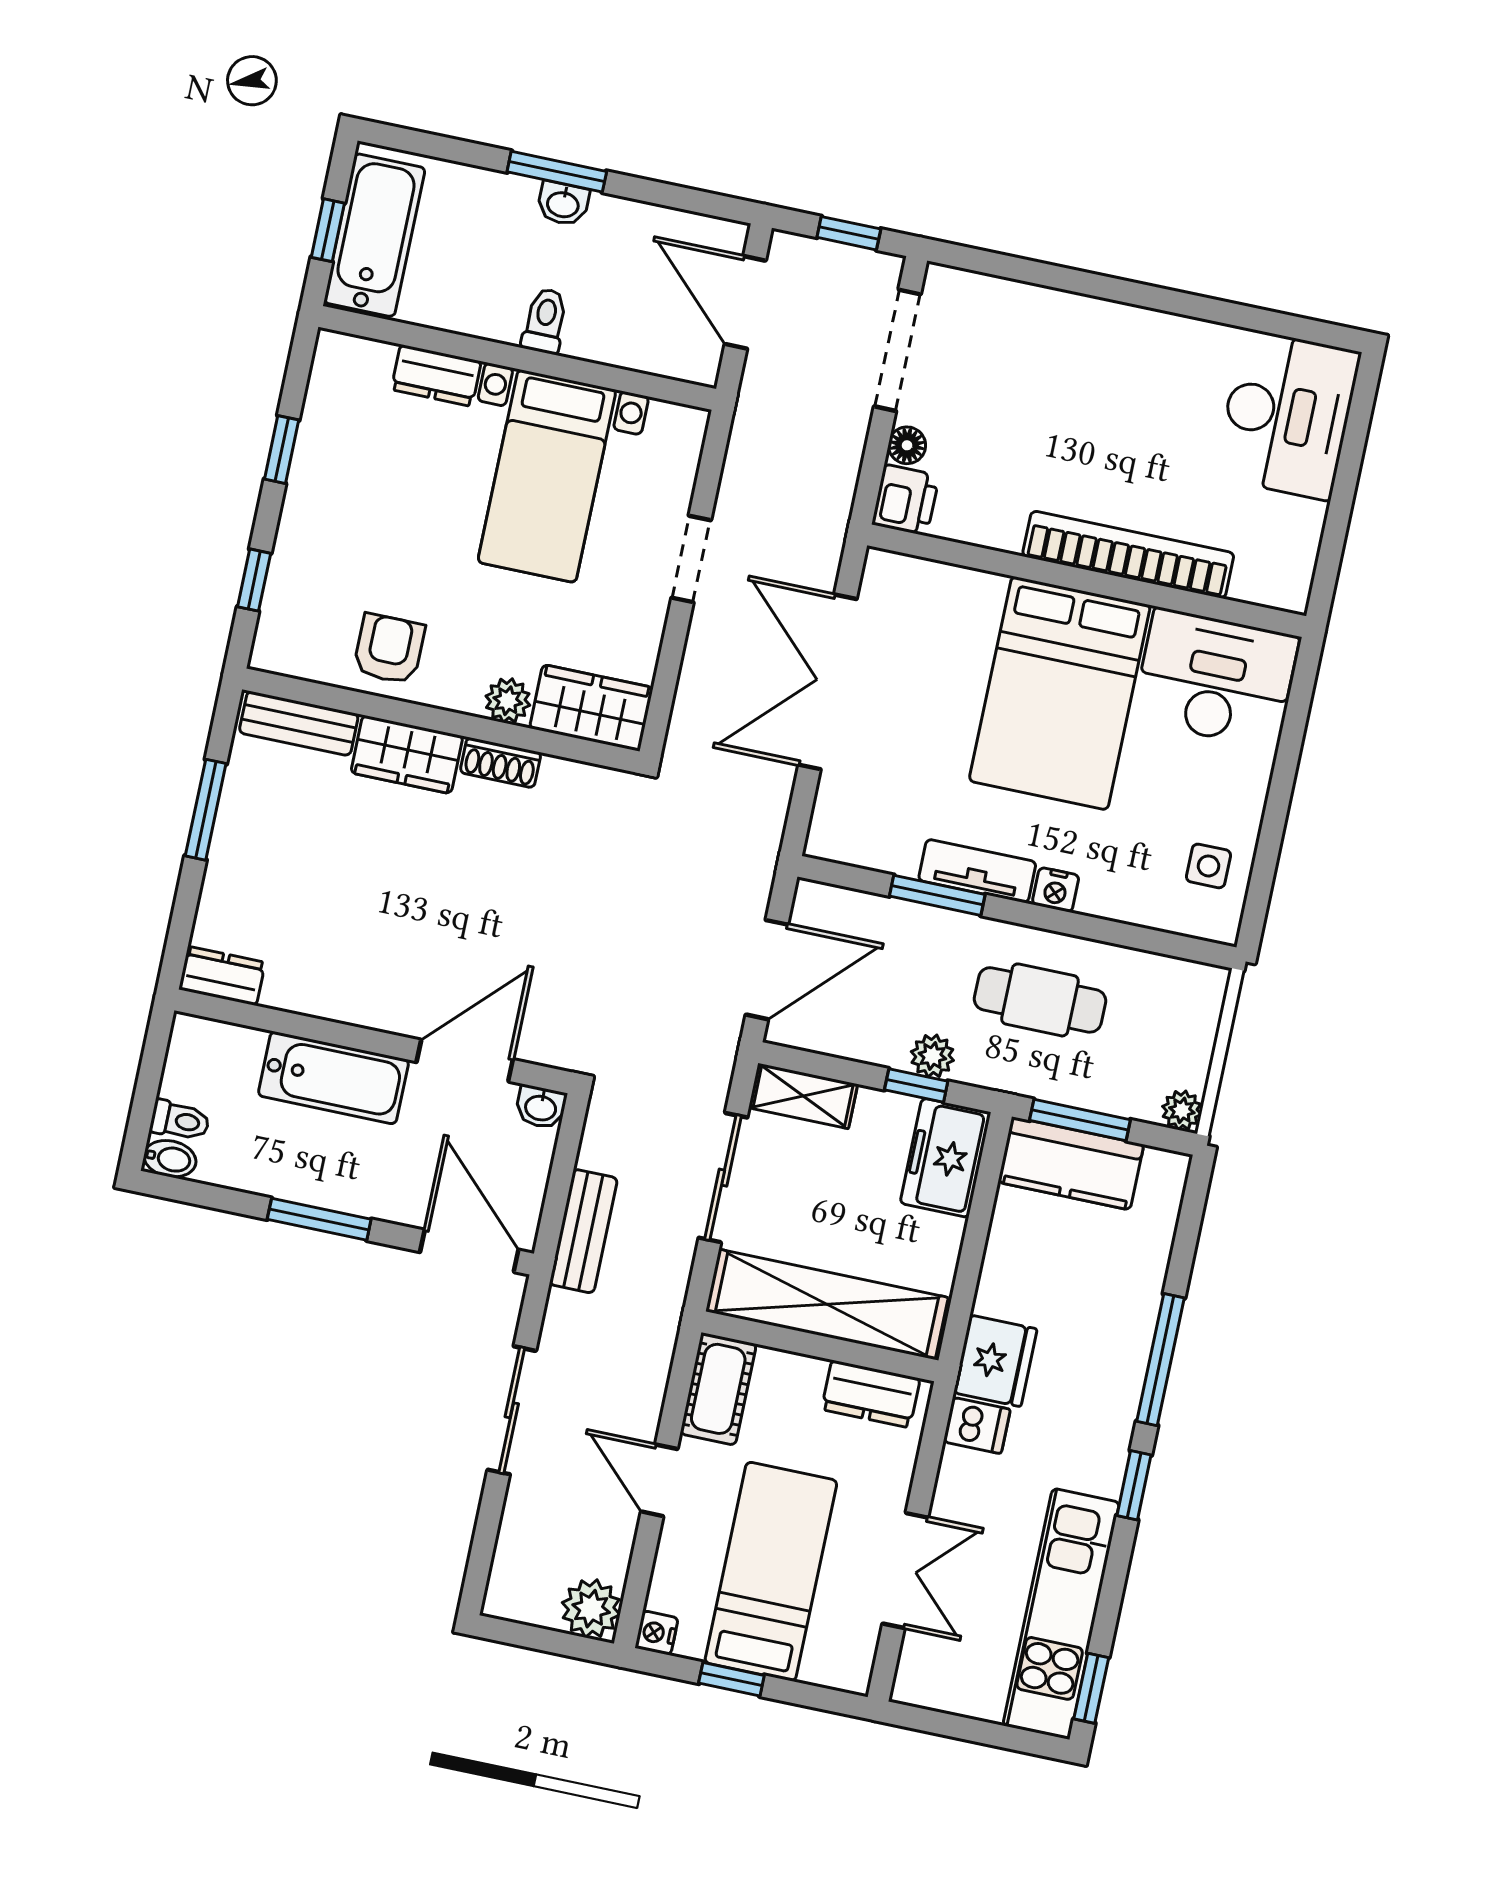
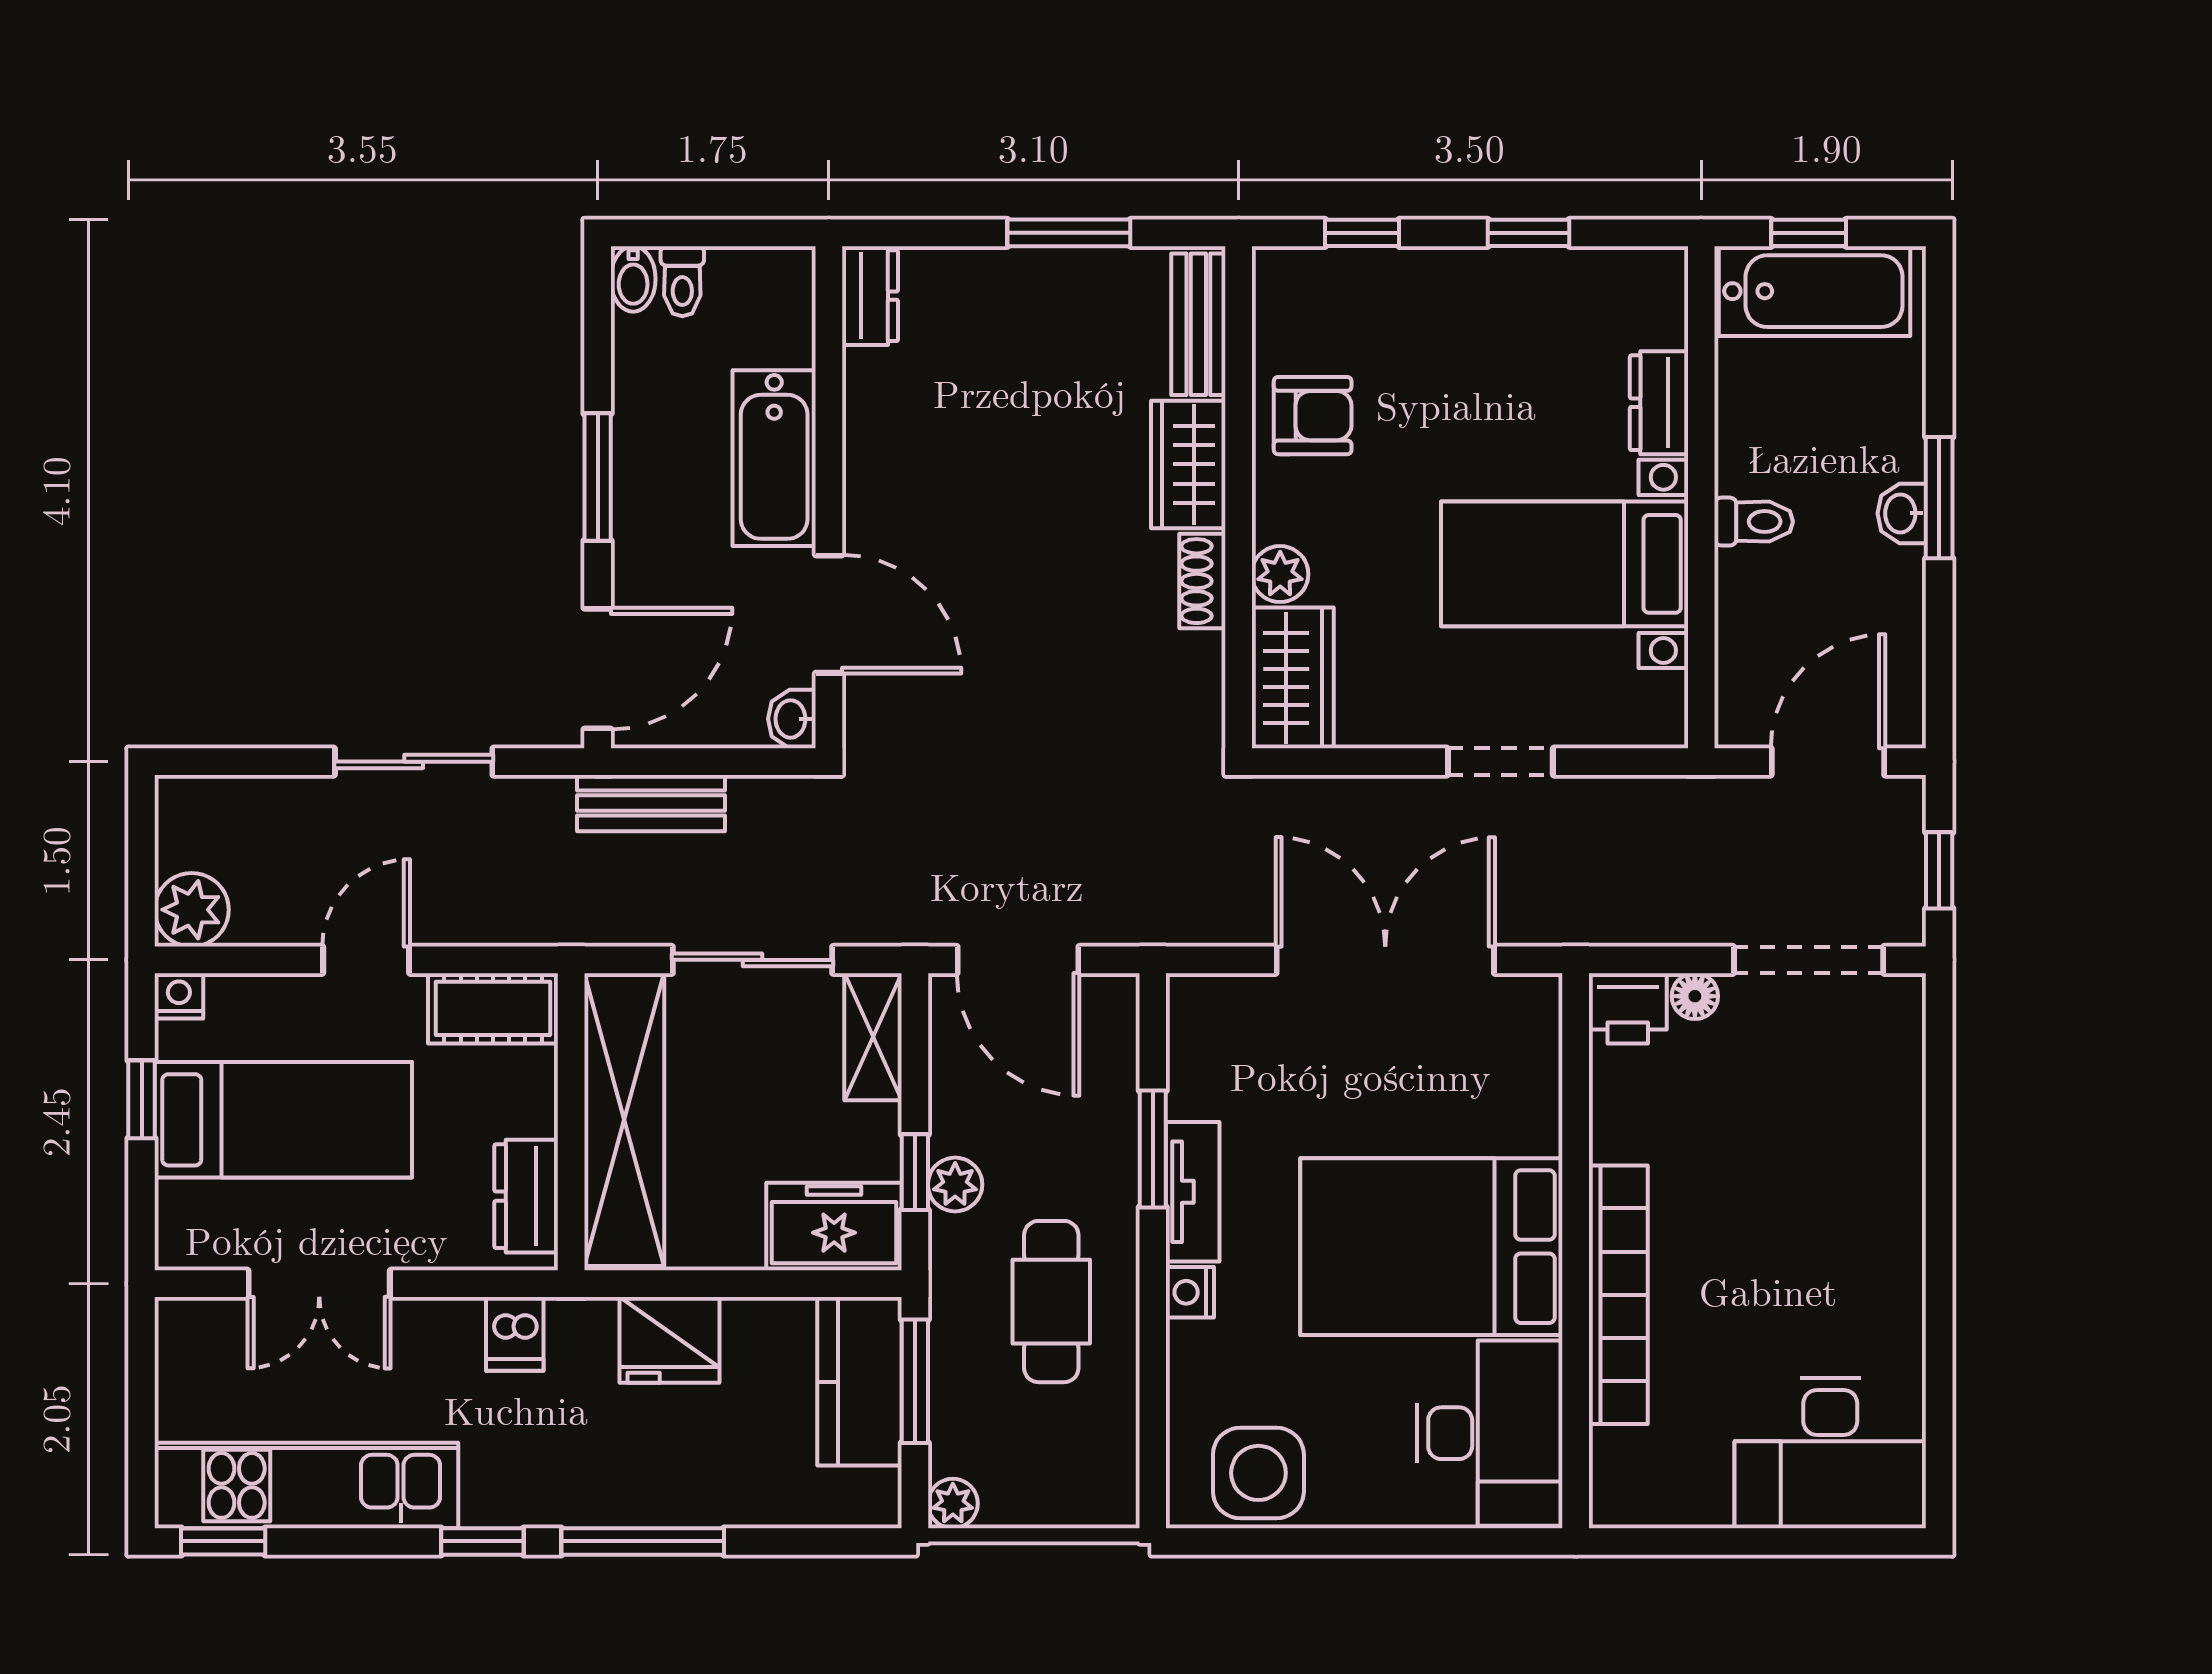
side table: (1208, 866) -> (1258, 1473), width x1.87, depth x1.87
fridge: (995, 1361) -> (670, 1340), moved

